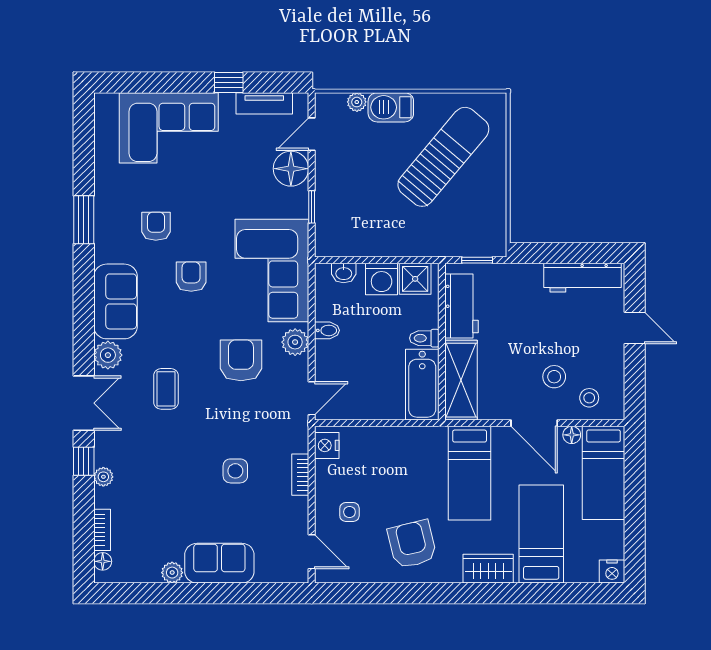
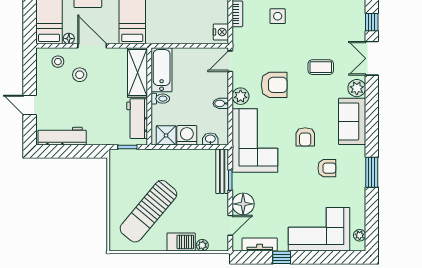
bench: (325, 221) -> (222, 171), added
armchair: (156, 226) -> (327, 168), turned -90
armchair: (241, 360) -> (274, 85), turned -90
coffee table: (166, 389) -> (321, 67), turned 90
plant: (103, 477) -> (360, 235), moved

